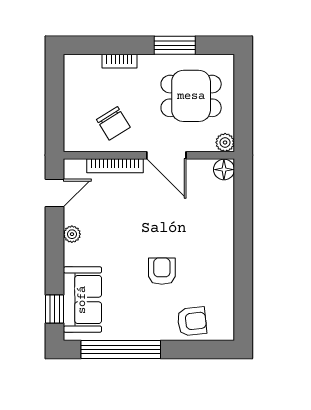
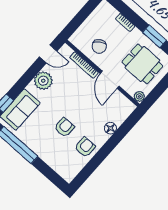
floor lamp: (224, 170) -> (110, 128), moved
plant: (72, 234) -> (43, 81), width x1.88, depth x1.88
armchair: (192, 321) -> (85, 147), moved, turned -84

